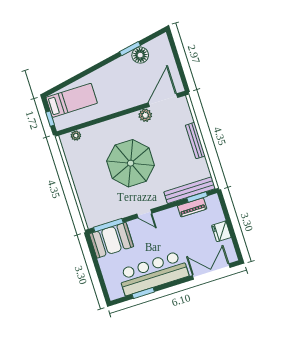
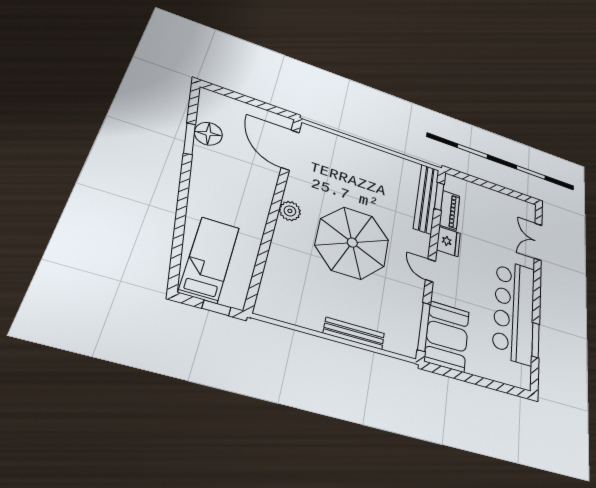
plant: (145, 115) -> (290, 211), moved
plant: (76, 136) -> (268, 288), removed
bench: (195, 141) -> (354, 333), moved
door: (144, 214) -> (430, 270), swing flipped
fridge: (221, 231) -> (448, 242), moved, turned -90
double door: (211, 272) -> (538, 242), width x0.73

